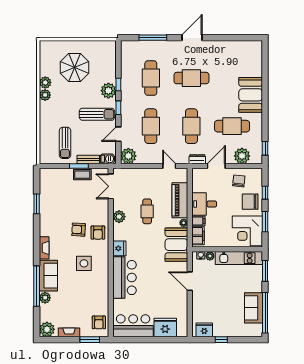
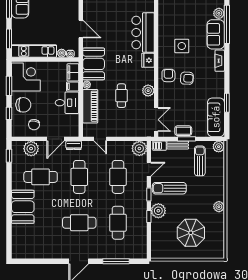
plant: (45, 82) -> (219, 147), moved
sofa: (48, 189) -> (216, 117), added

